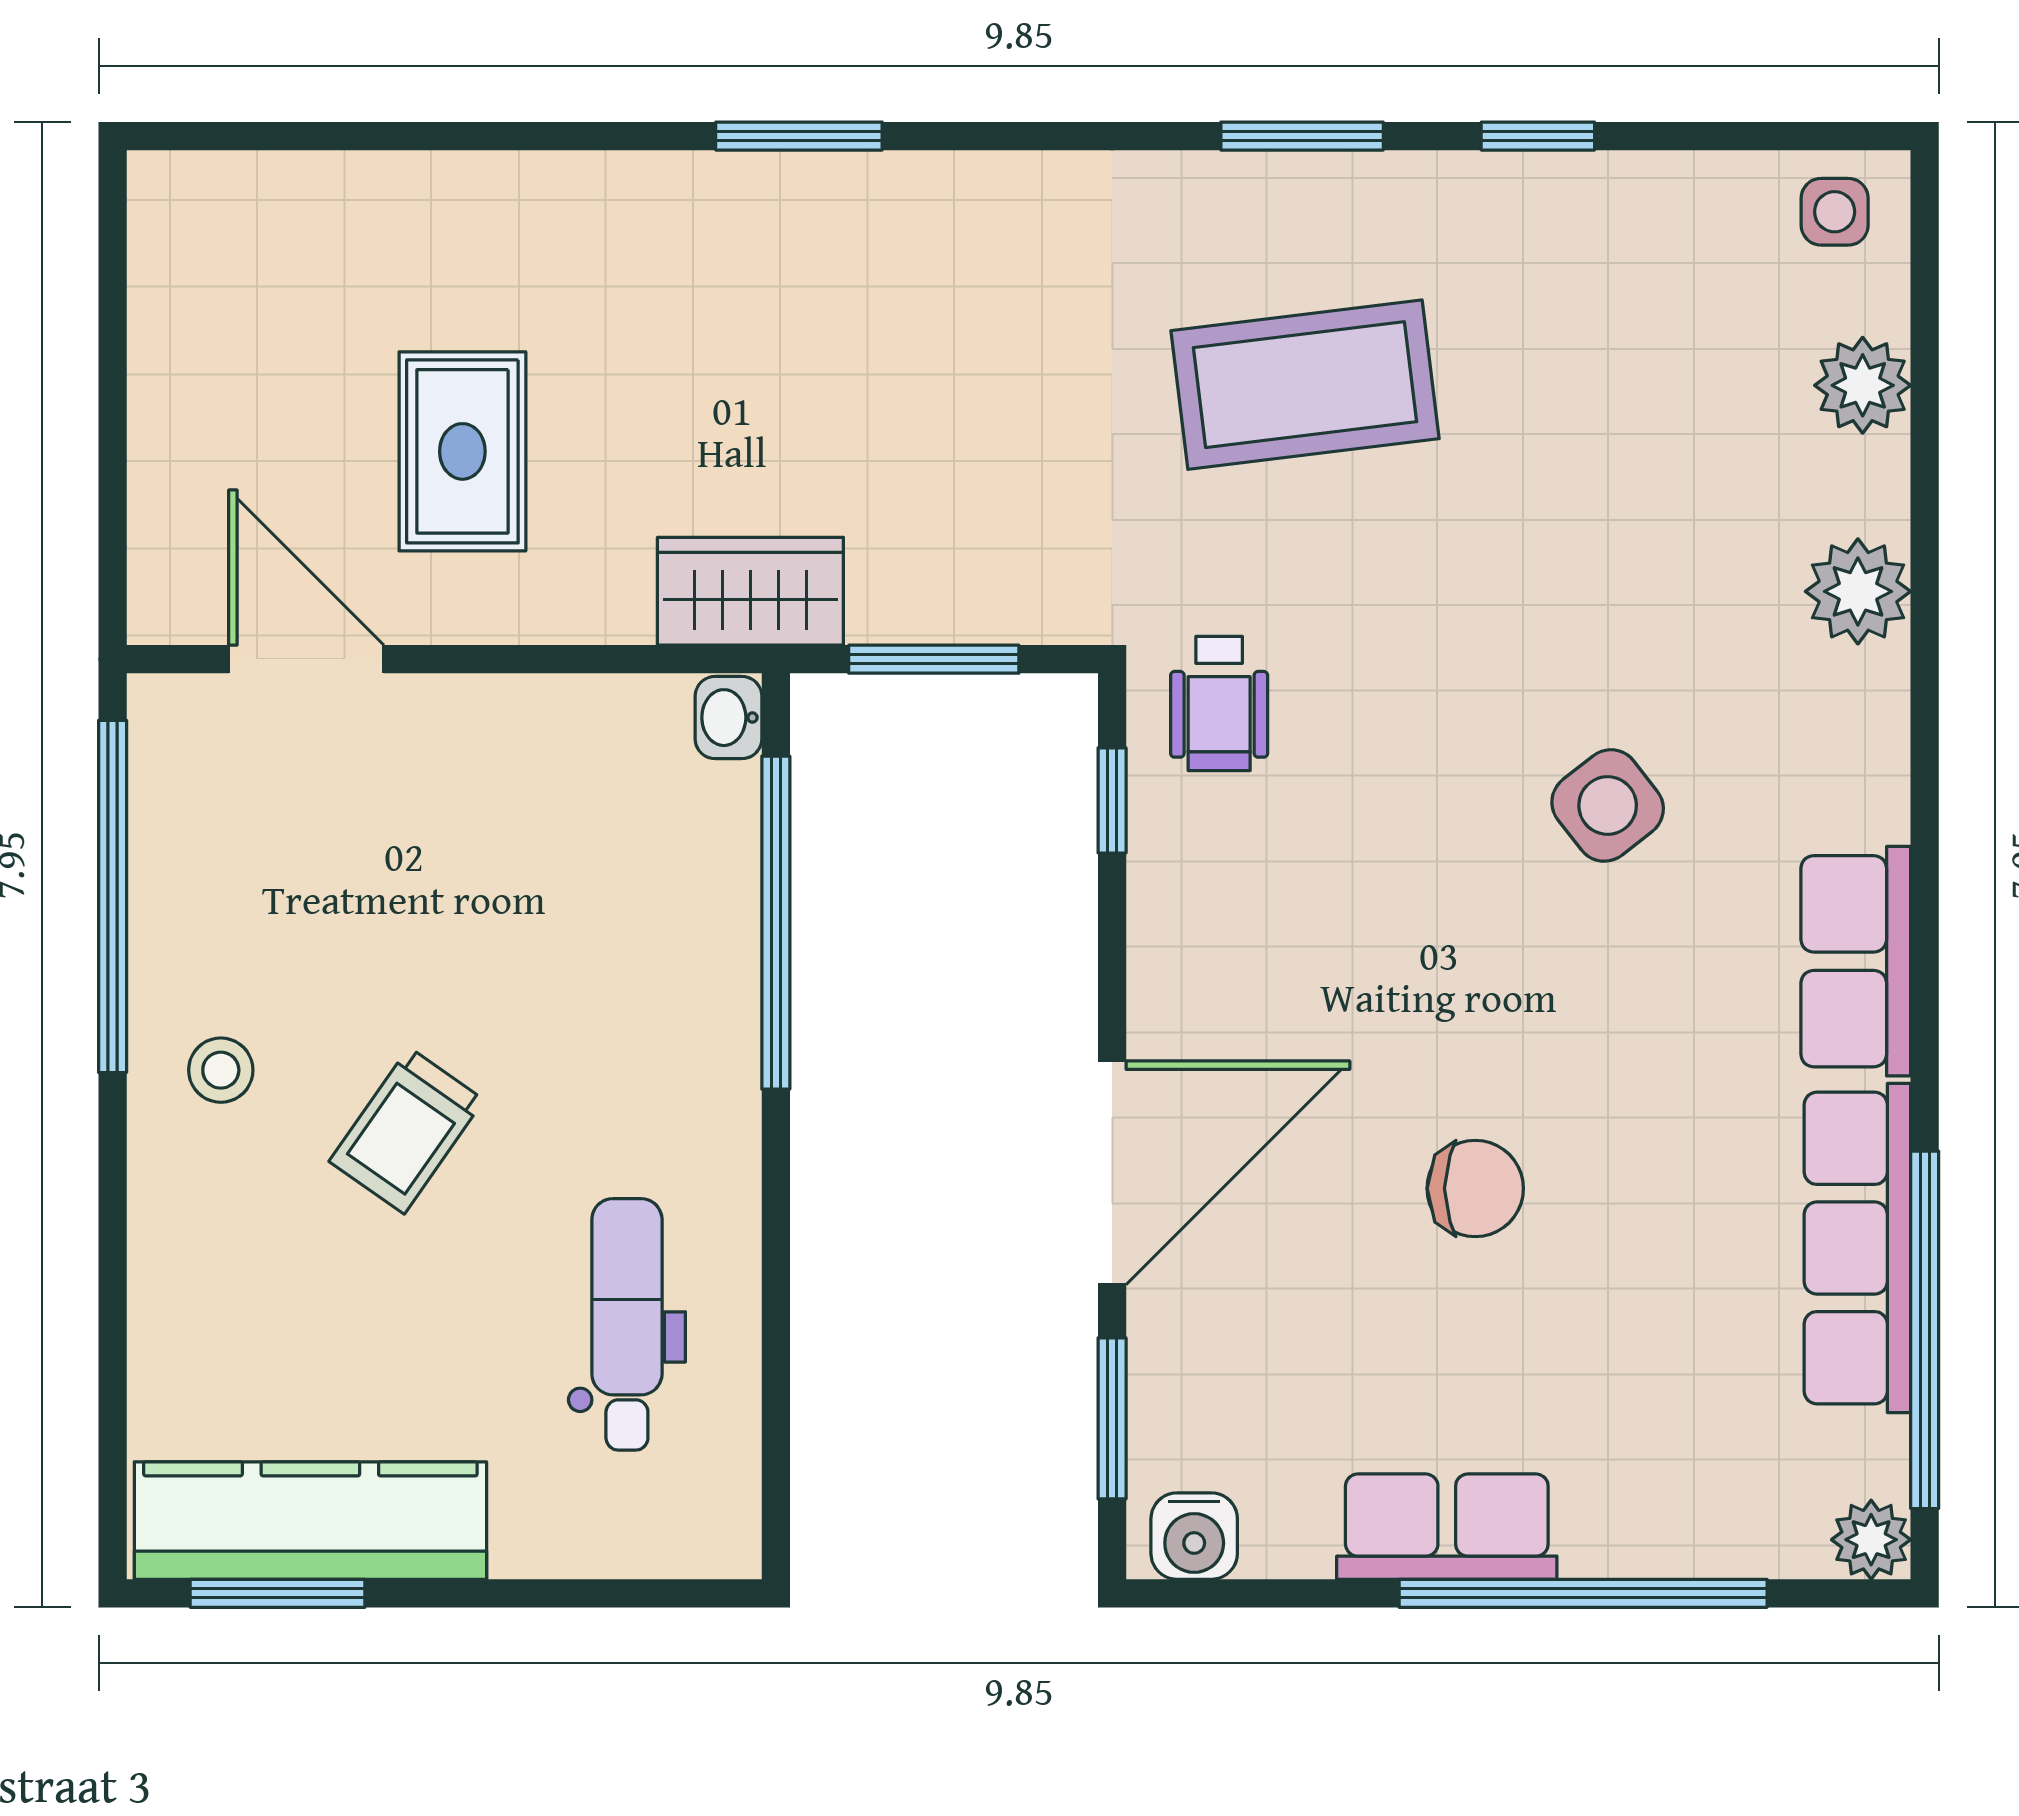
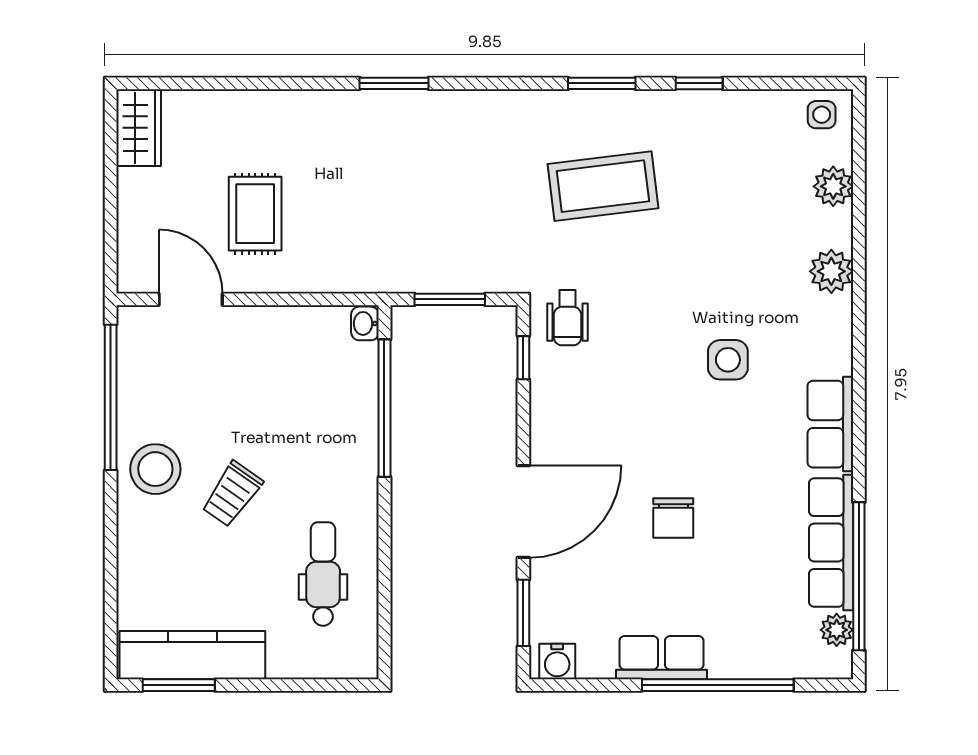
wardrobe: (750, 591) -> (139, 128), moved, turned 90
side table: (1608, 805) -> (728, 360), turned 38
stool: (221, 1070) -> (155, 469), width x1.89, depth x1.89
chair: (1475, 1188) -> (673, 518), turned 90
plant: (1871, 1540) -> (837, 630), moved

